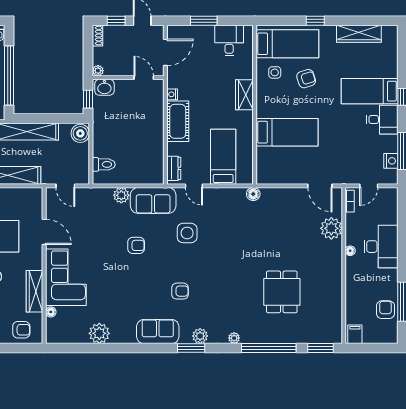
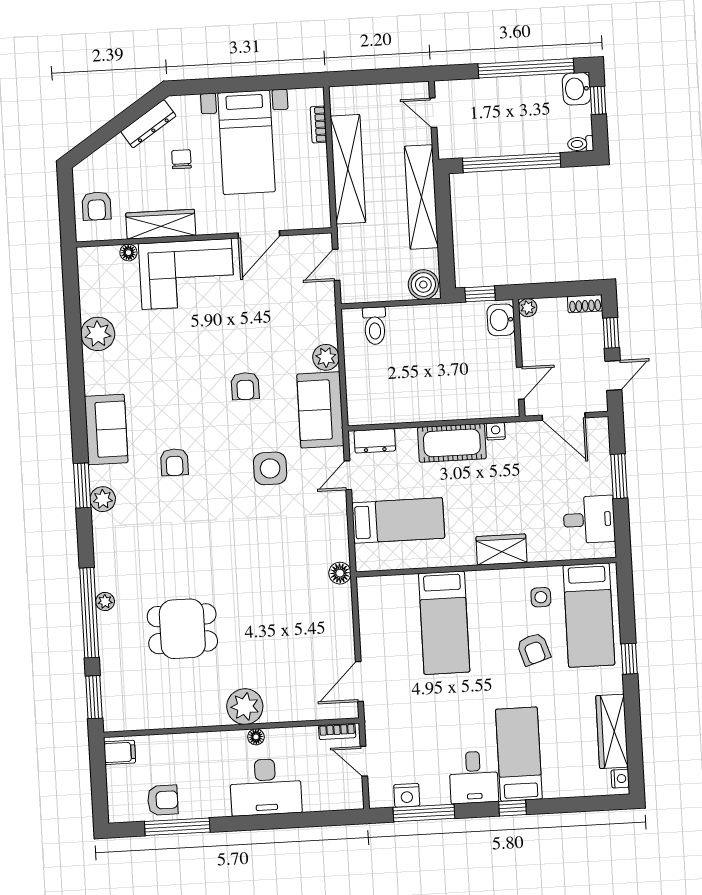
nightstand: (388, 30) -> (620, 779), added
plant: (331, 228) -> (245, 707), moved
plant: (234, 338) -> (105, 602), moved

